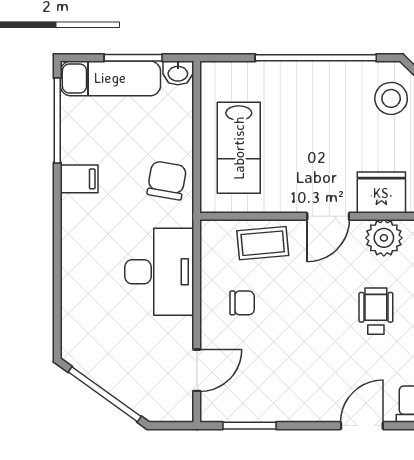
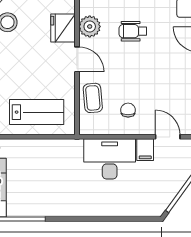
filing cabinet: (79, 179) -> (145, 150), moved, turned 180
chair: (167, 180) -> (56, 155), removed

